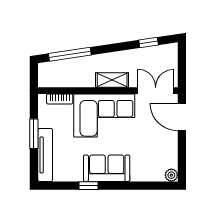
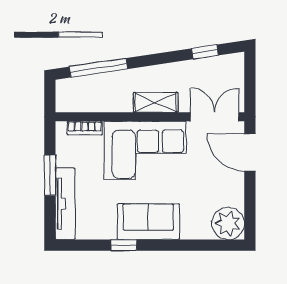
plant: (171, 175) -> (228, 223), width x1.87, depth x1.87

